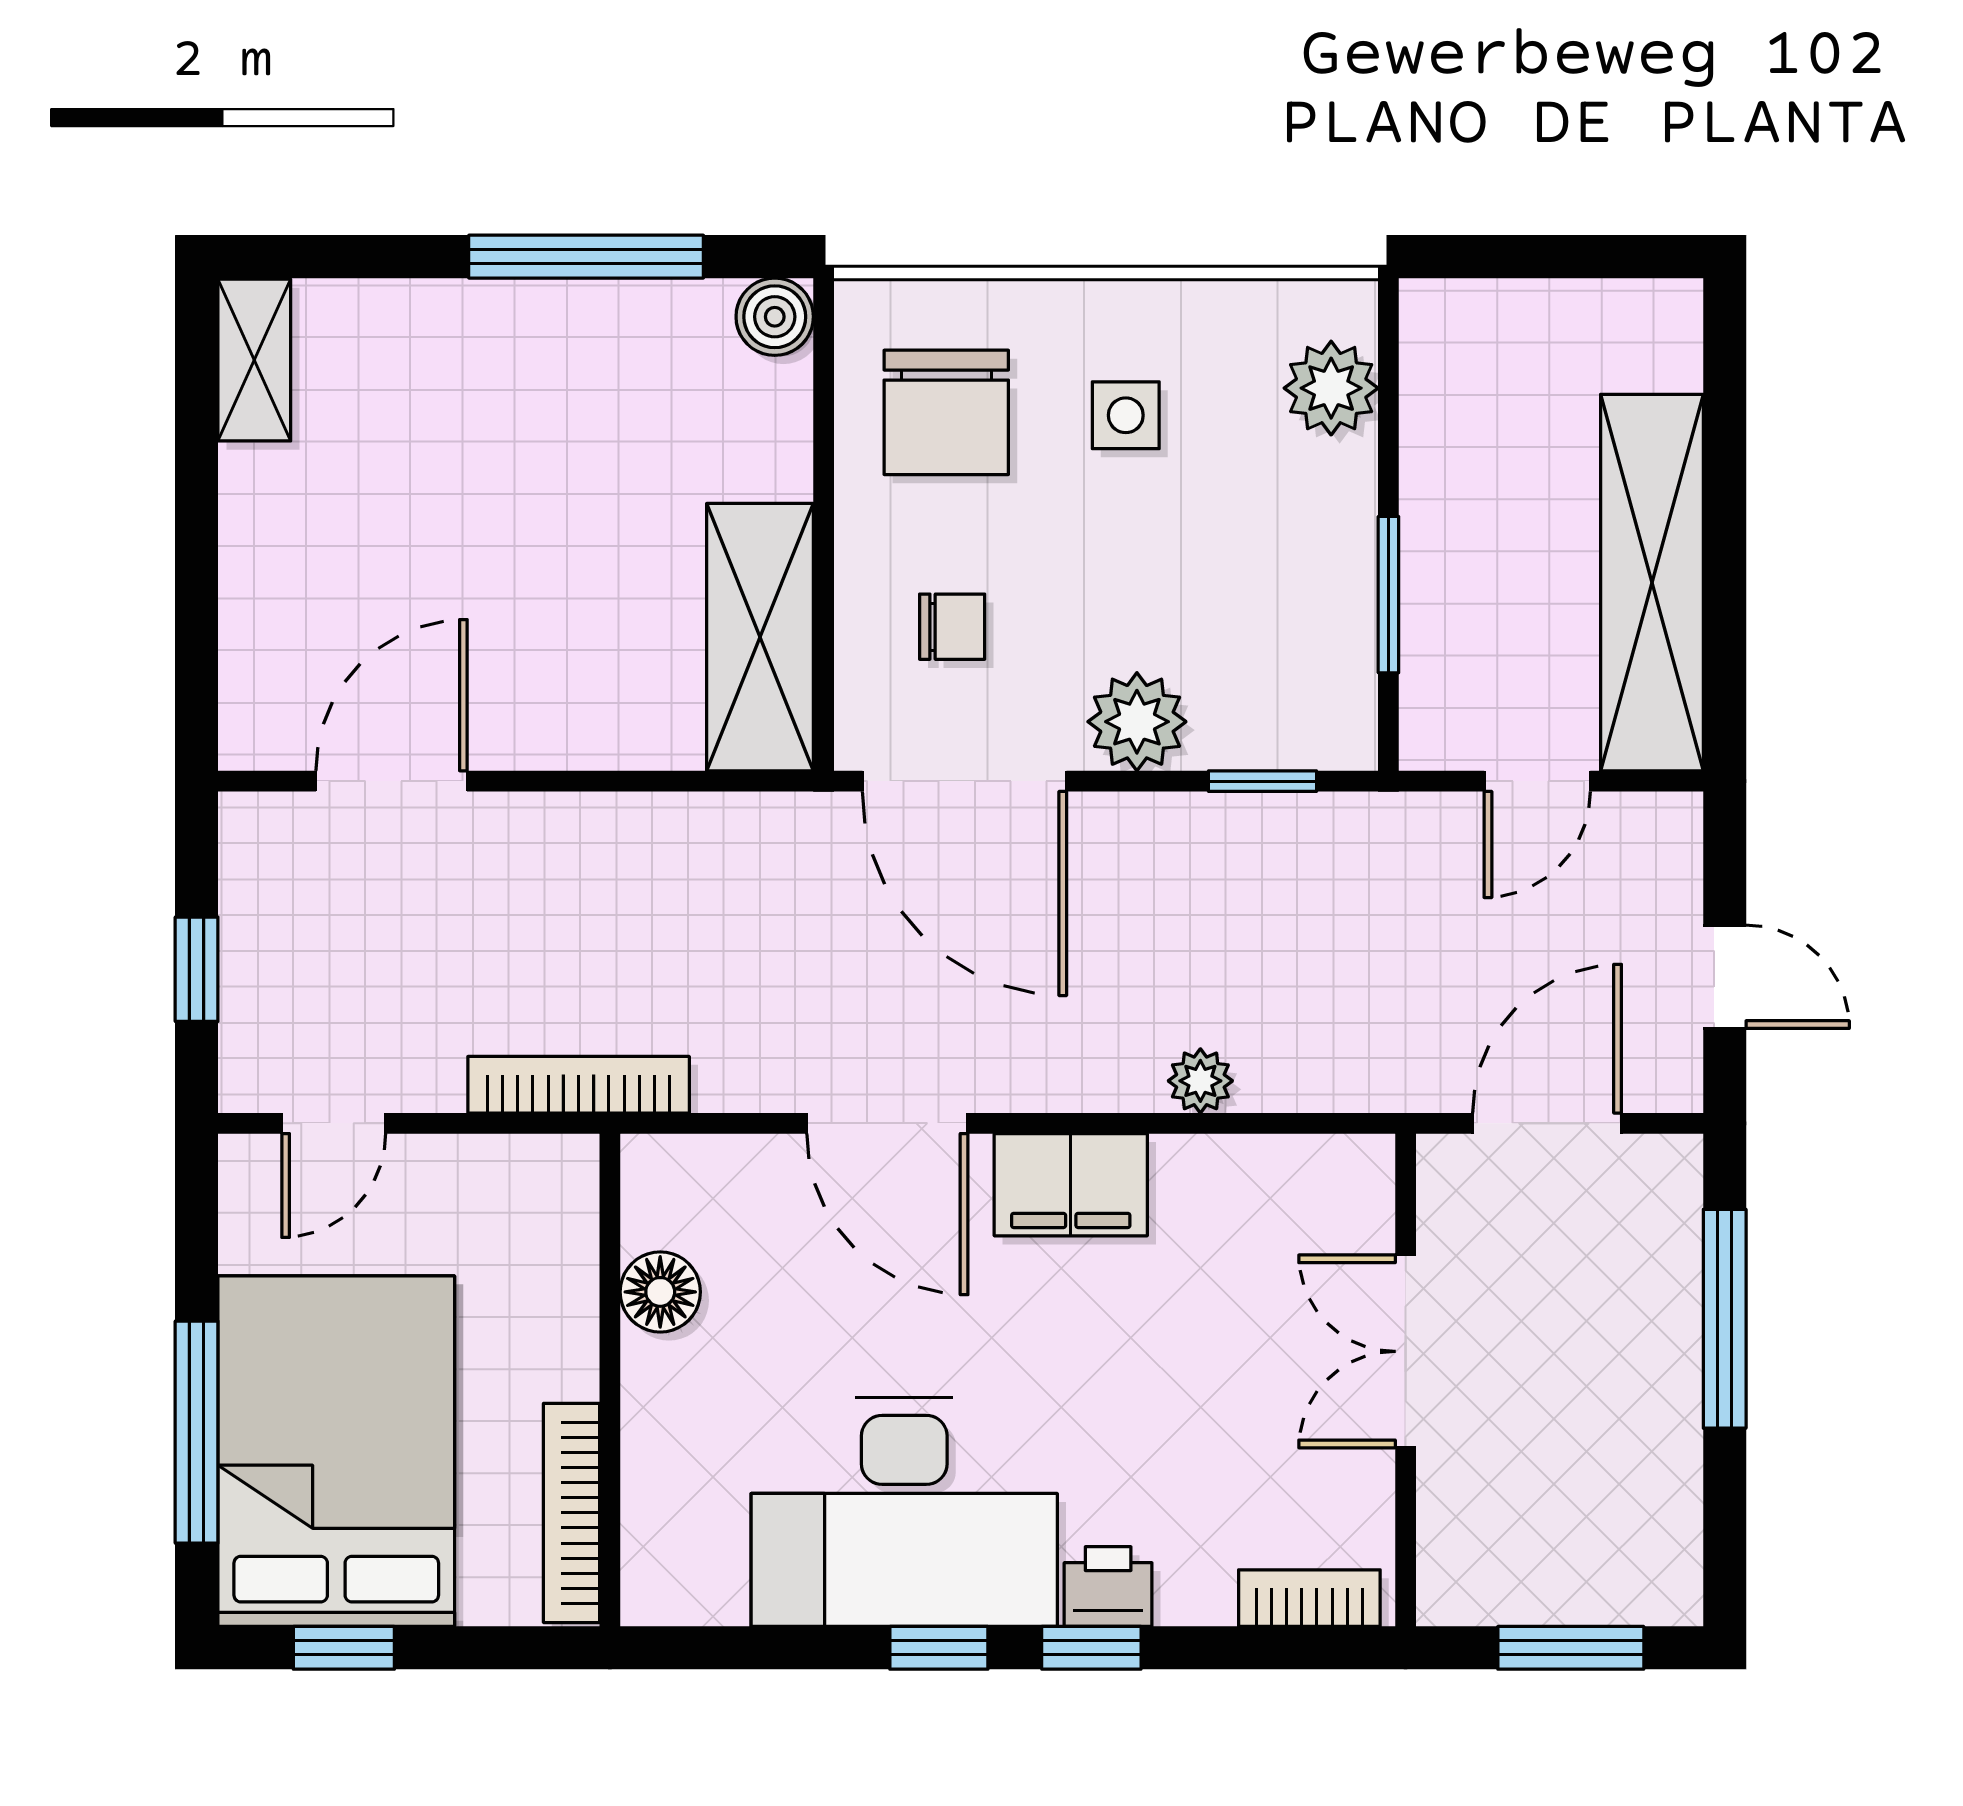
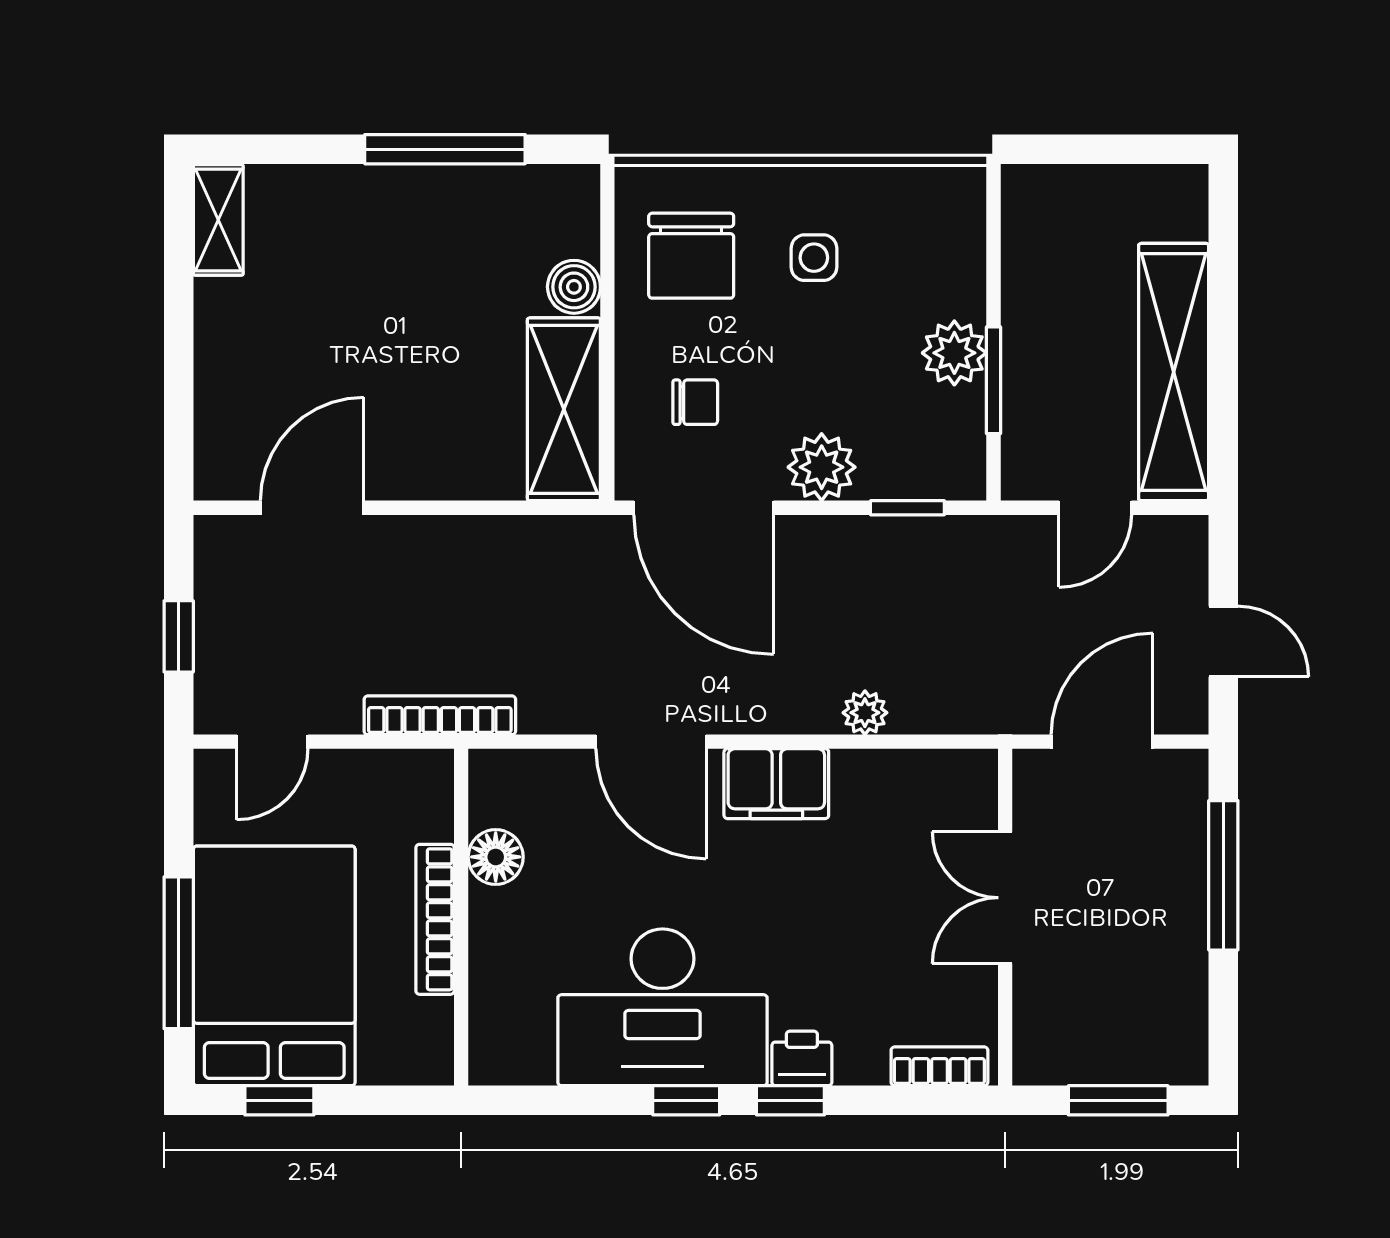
boiler: (775, 317) -> (574, 287), moved
plant: (1331, 388) -> (954, 353), moved
bookcase: (571, 1513) -> (435, 919), moved

